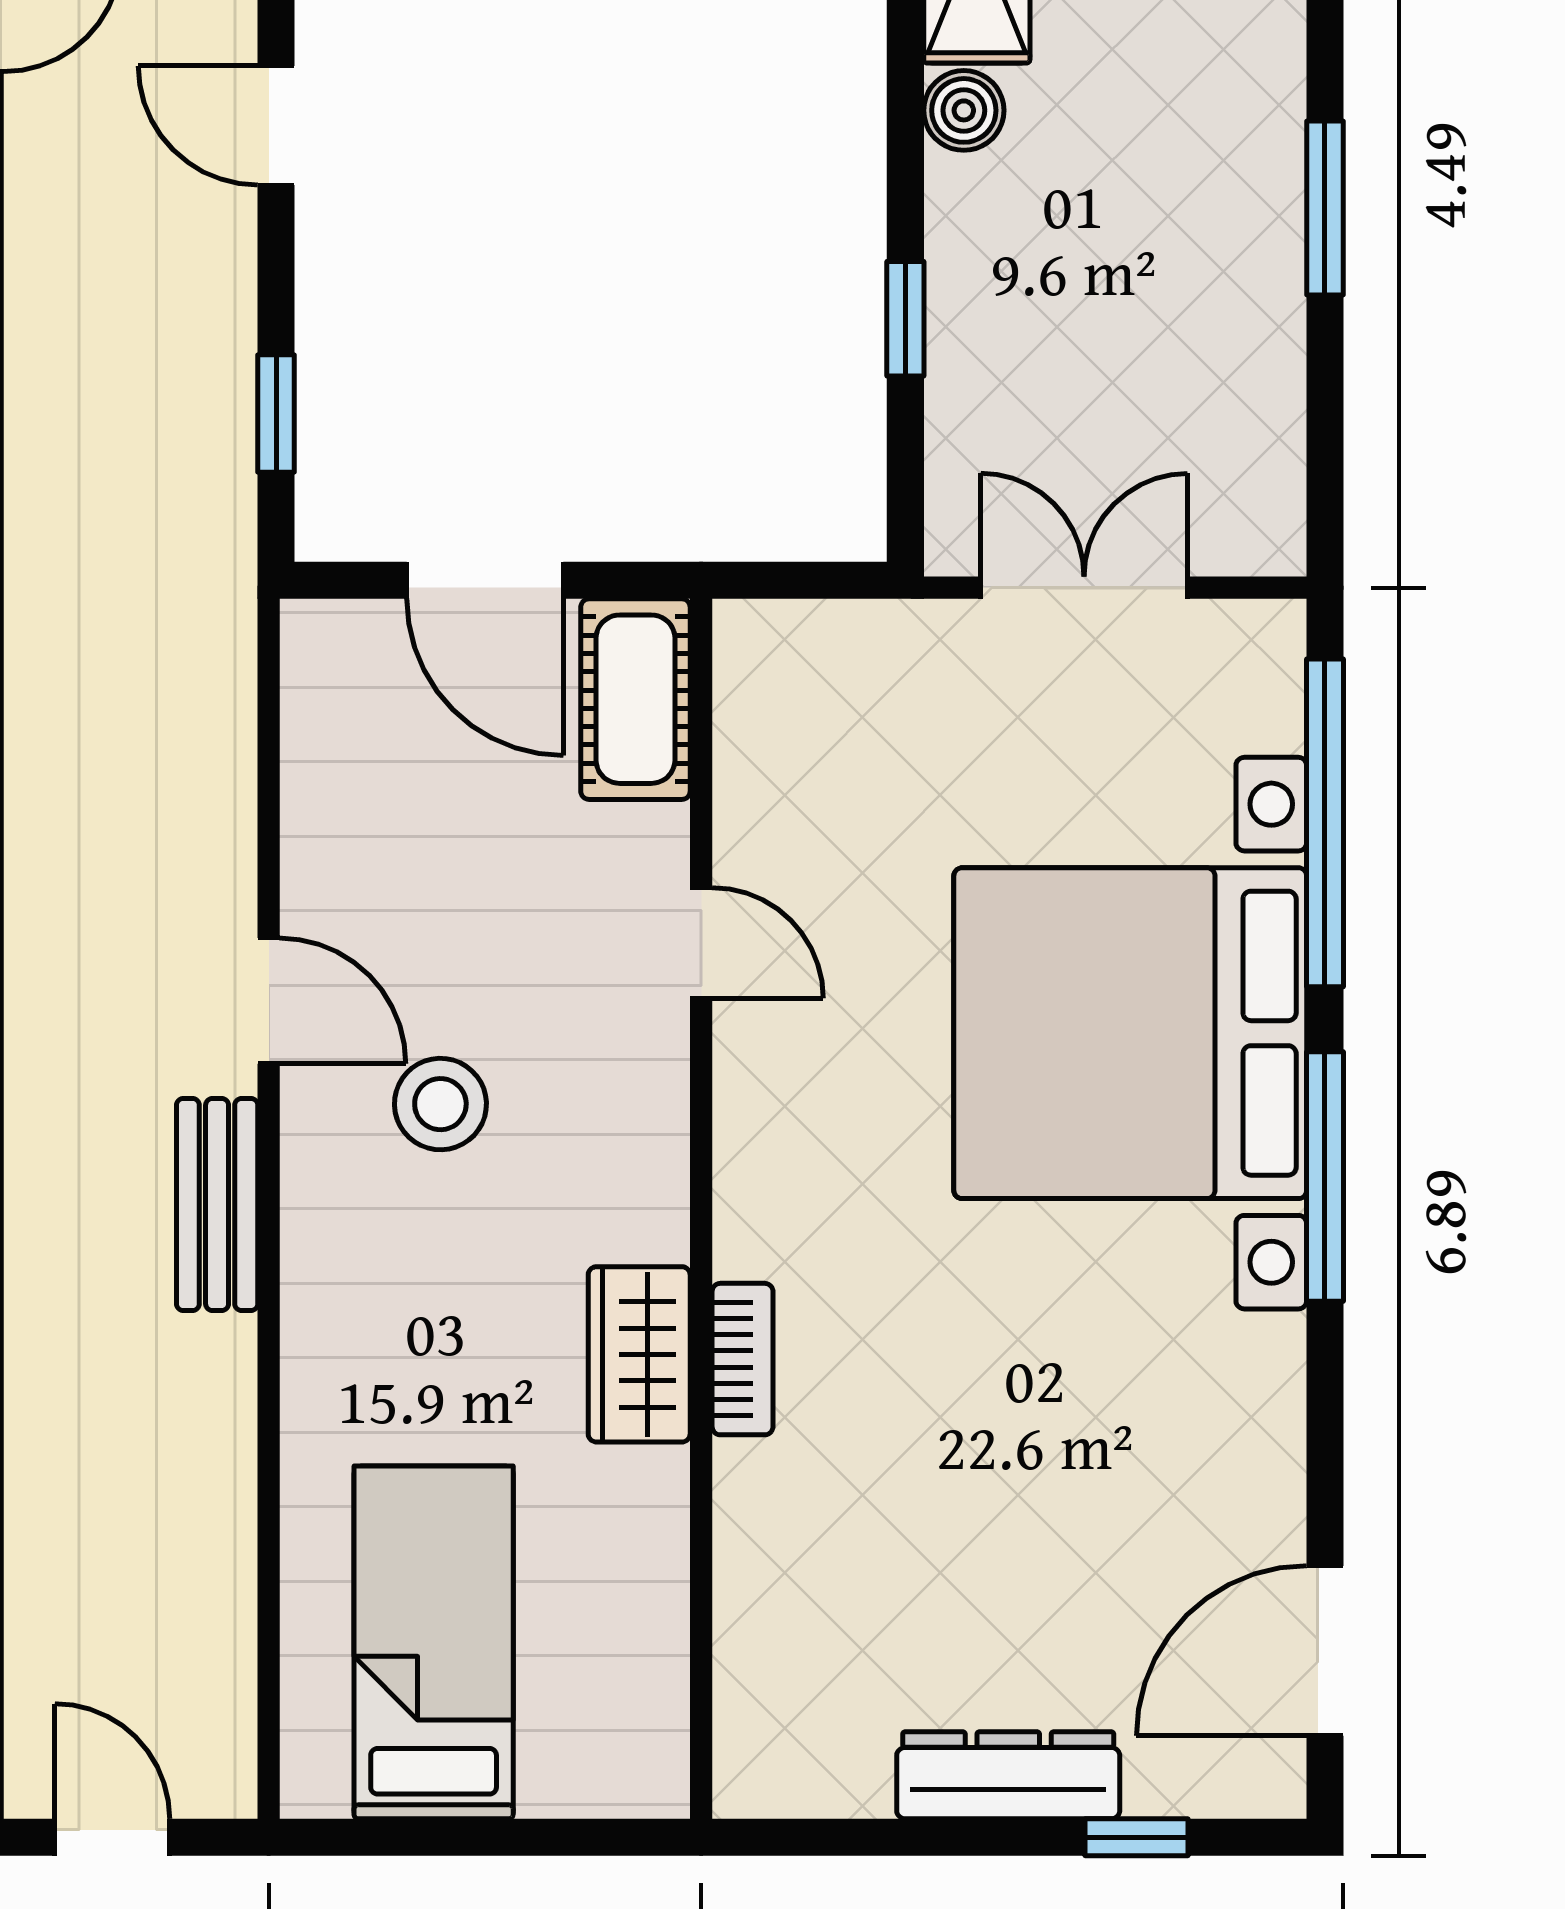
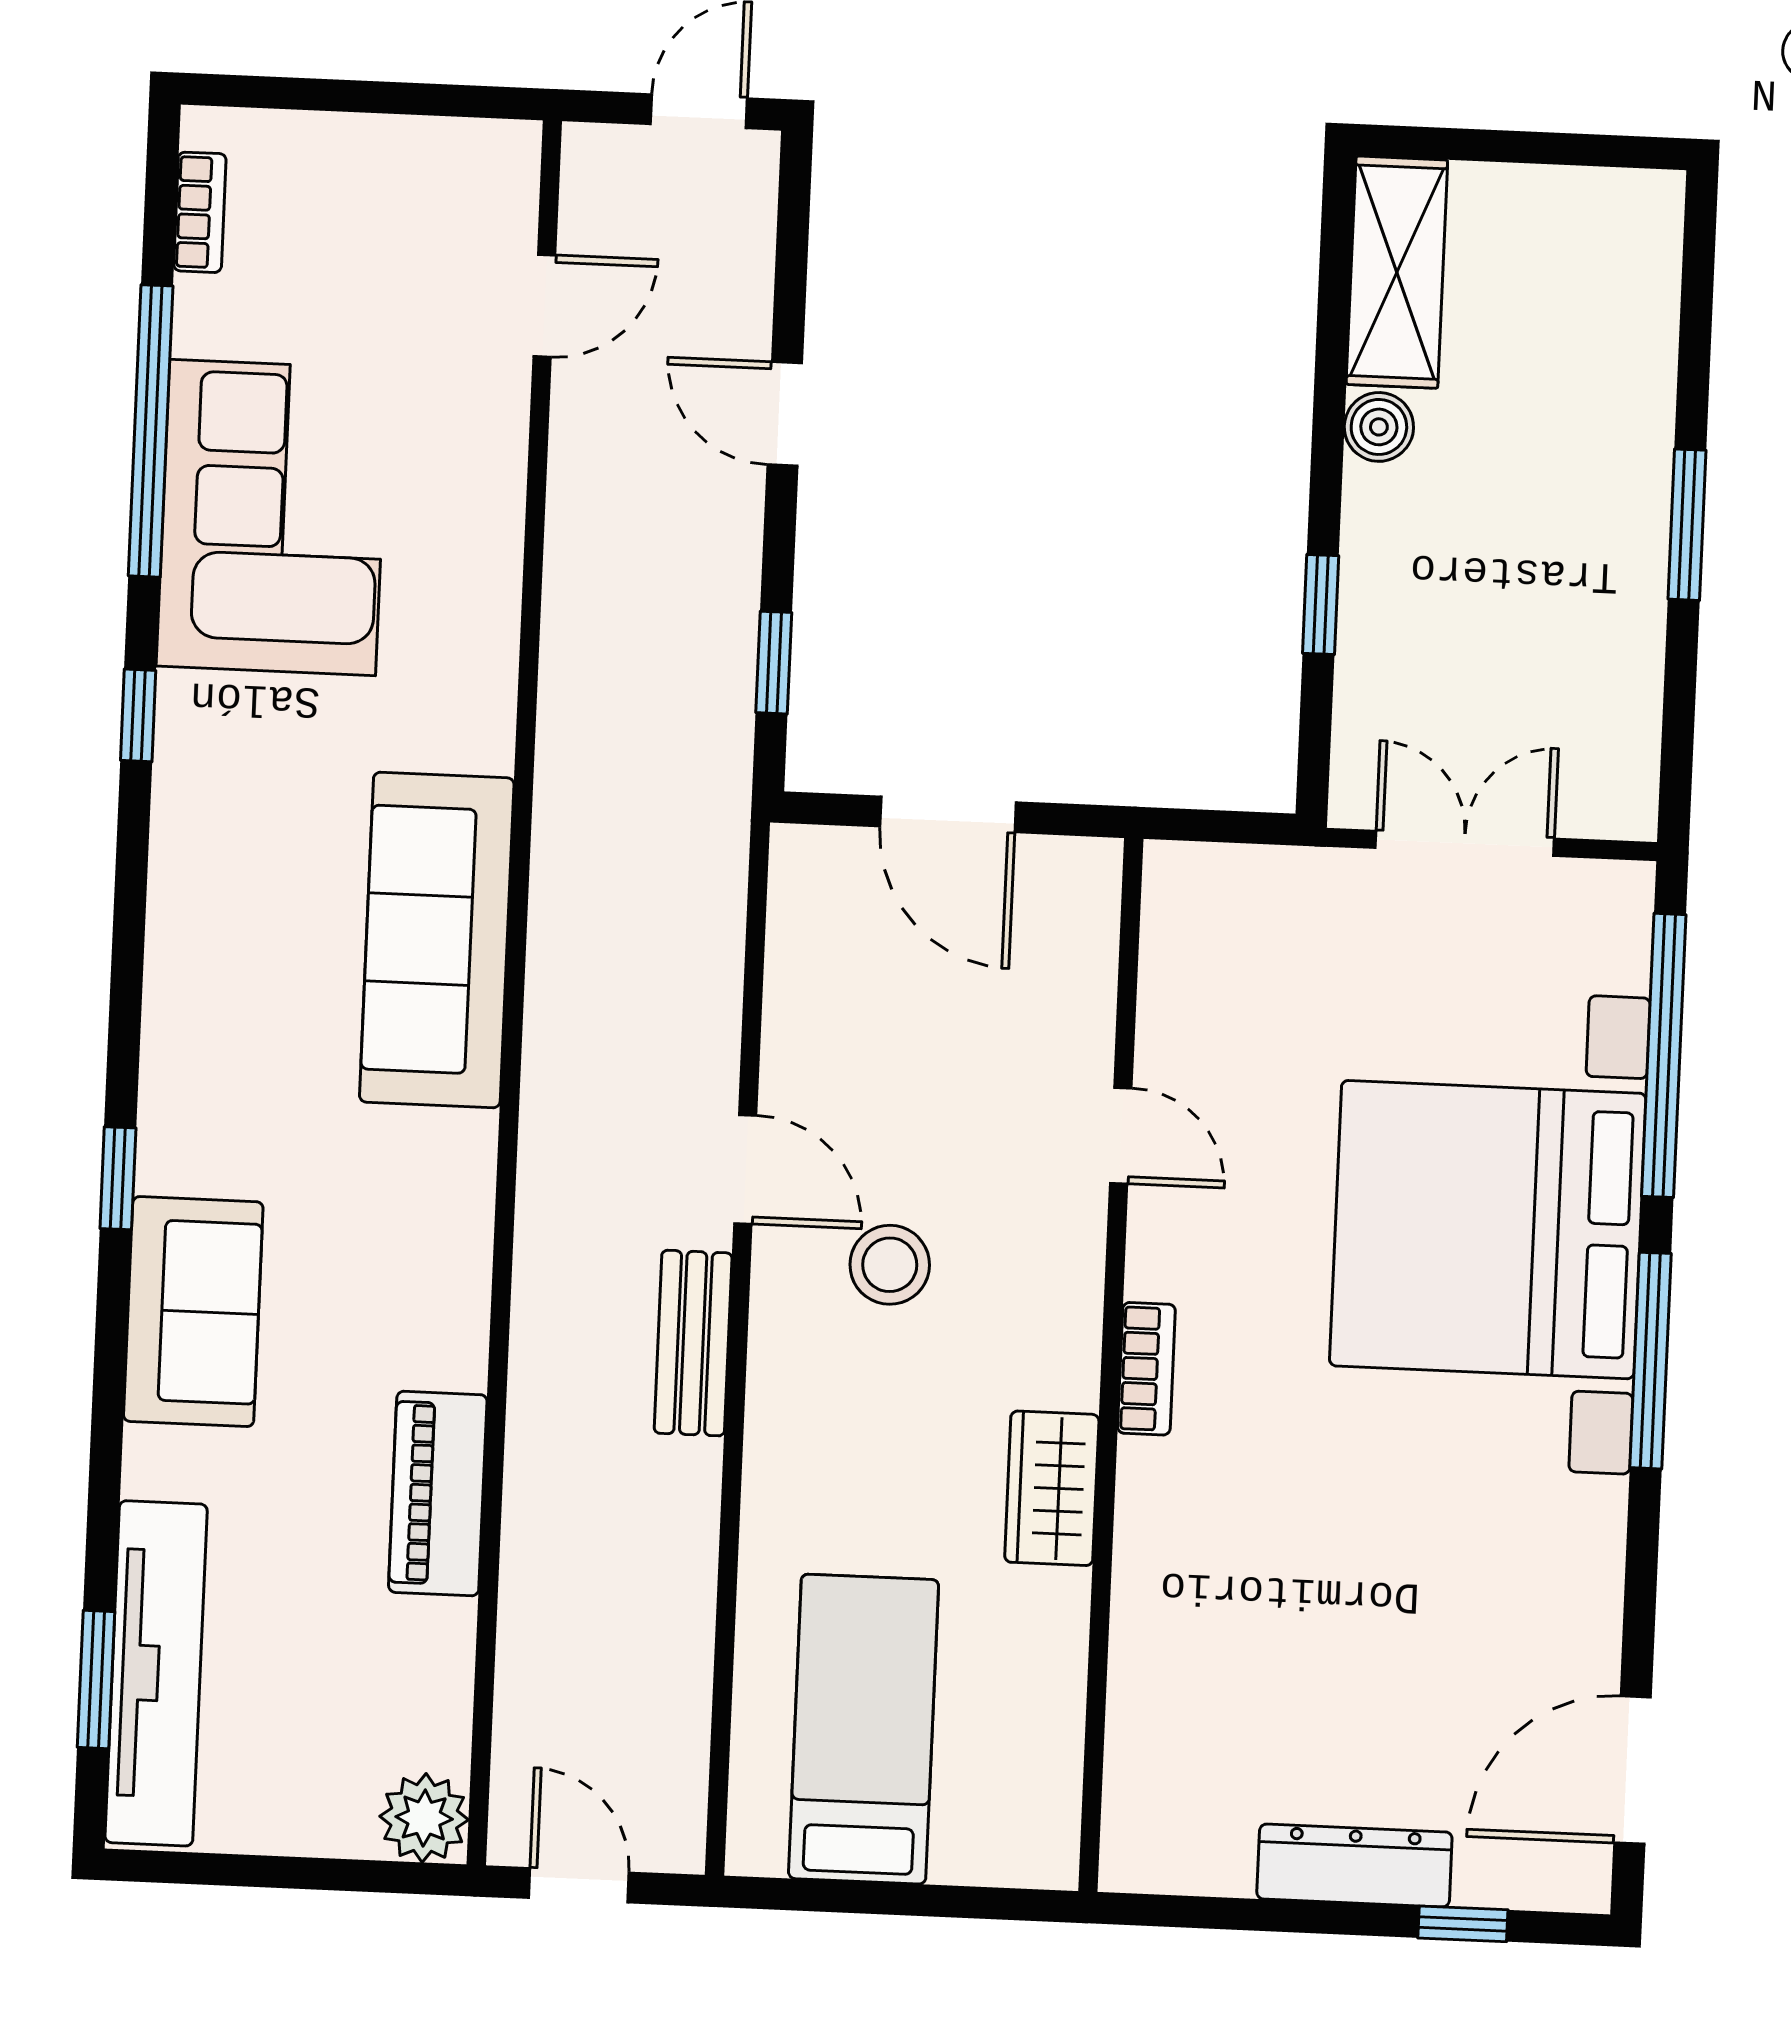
cot: (635, 699) -> (1073, 923), removed
bookcase: (743, 1359) -> (1146, 1369), moved

